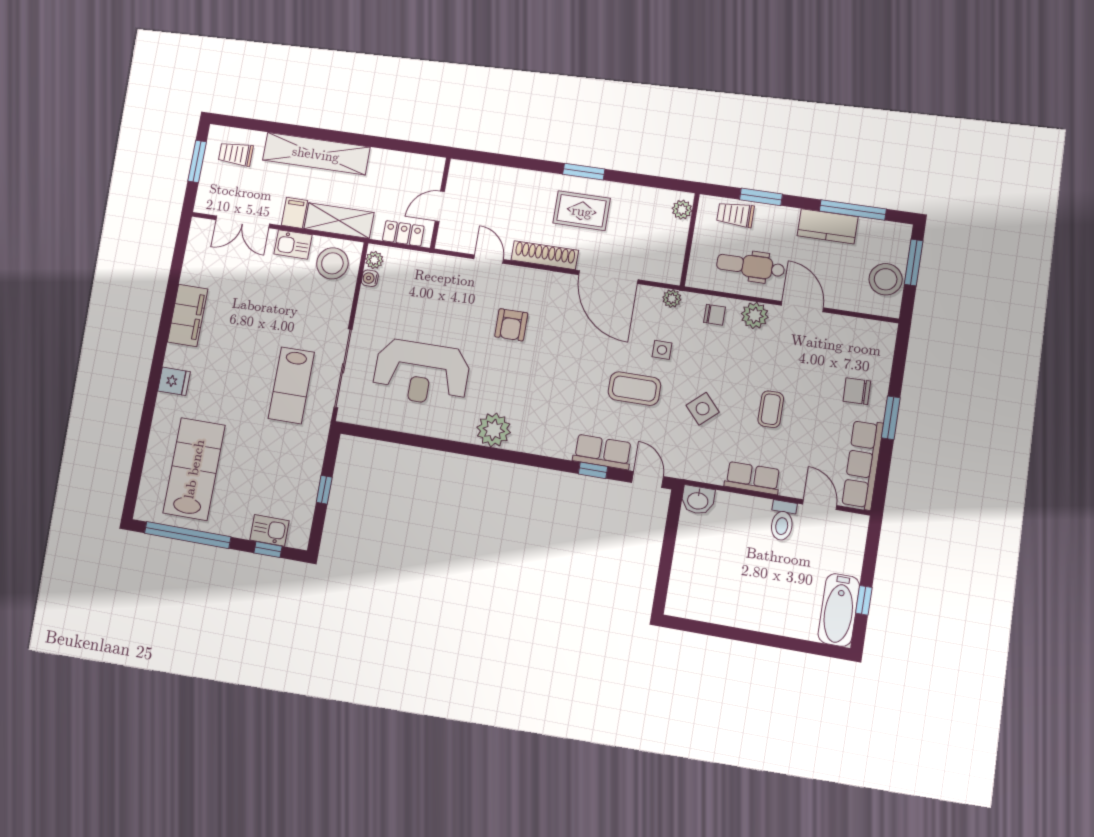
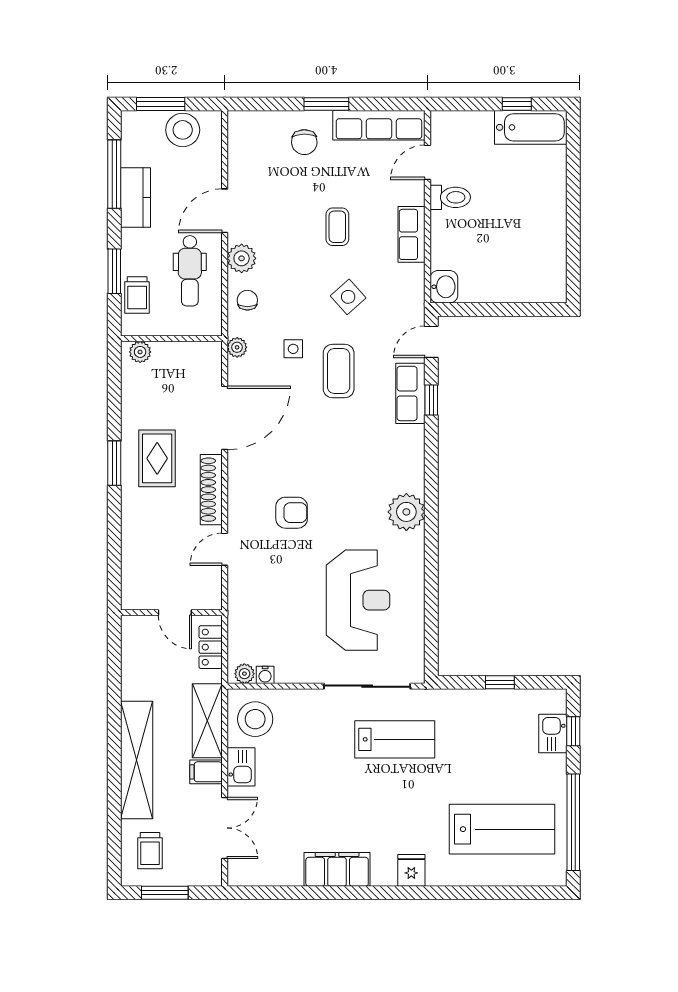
coffee table: (771, 409) -> (337, 227), turned 90
lab bench: (194, 469) -> (502, 829), turned 180

